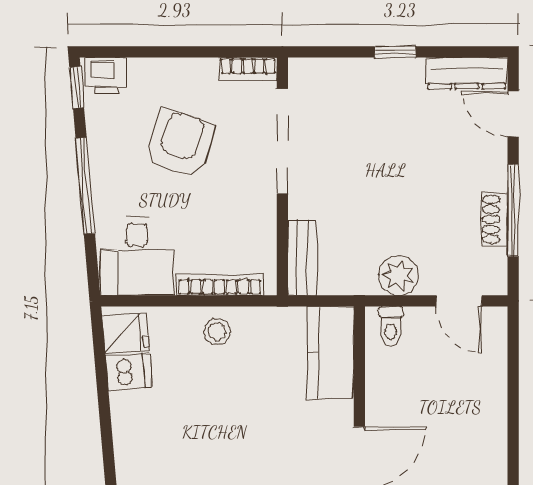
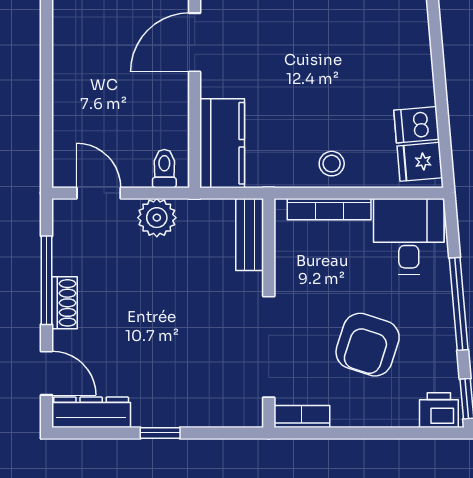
shoe rack: (494, 219) -> (64, 303), moved

